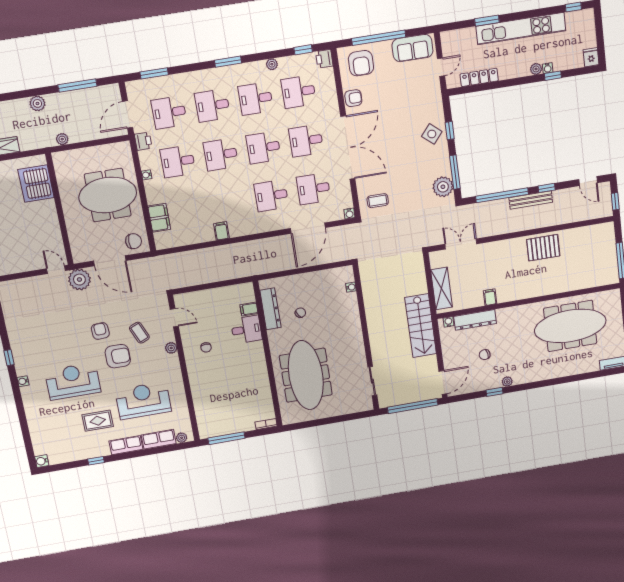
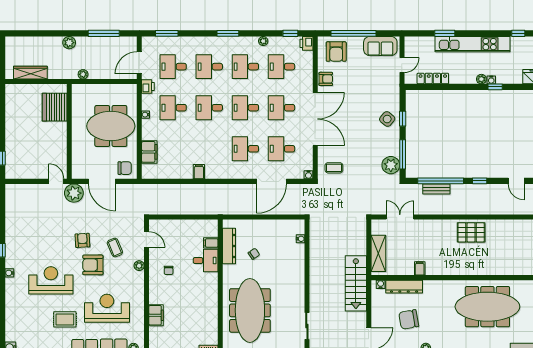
bench: (531, 200) -> (436, 189), moved, width x0.73
chair: (485, 355) -> (409, 319), width x1.87, depth x1.87
armchair: (118, 356) -> (93, 265), turned 180
filing cabinet: (201, 399) -> (156, 315), added

